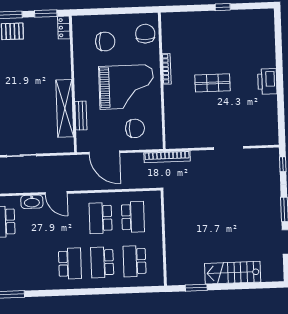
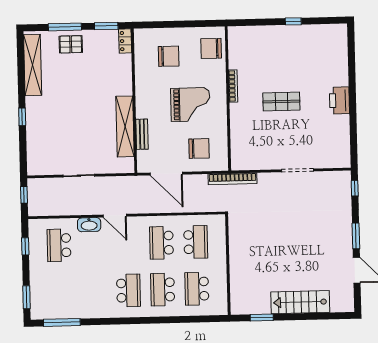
chair: (145, 34) -> (211, 48), turned -90
grand piano: (126, 87) -> (190, 105), width x0.73, depth x0.68

